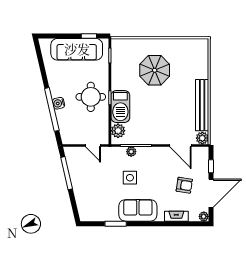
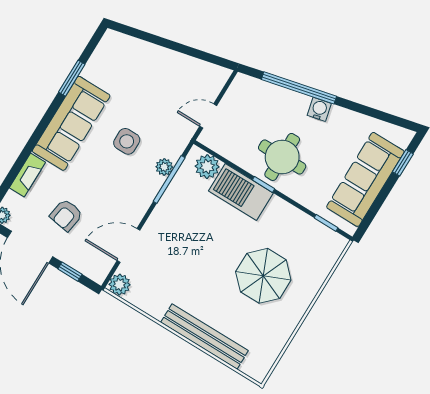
window: (89, 36) -> (403, 163), moved
water cooler: (59, 103) -> (319, 109), moved
bench: (202, 105) -> (204, 336), moved
window: (67, 173) -> (191, 52), removed
sofa: (138, 210) -> (71, 123), width x1.36

